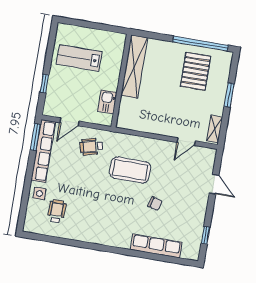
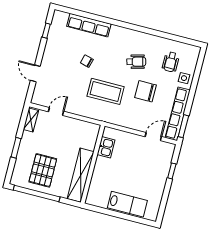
lab bench: (79, 58) -> (127, 204), moved
shelving: (134, 67) -> (81, 175), moved
wall: (121, 81) -> (93, 164), moved
kitchen sink: (107, 102) -> (106, 147), moved
wheelchair: (91, 147) -> (136, 62), moved
chair: (83, 174) -> (145, 91), added

